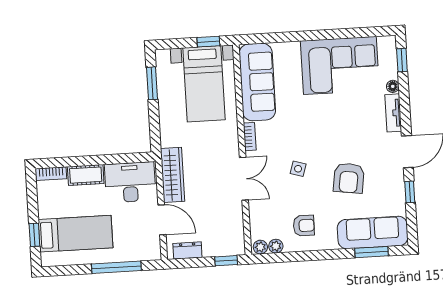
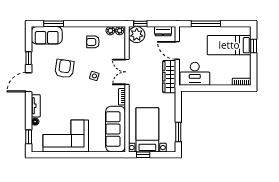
cot: (86, 175) -> (221, 80), removed
sofa: (373, 233) -> (47, 35), width x0.73
plant: (231, 242) -> (137, 35), added

